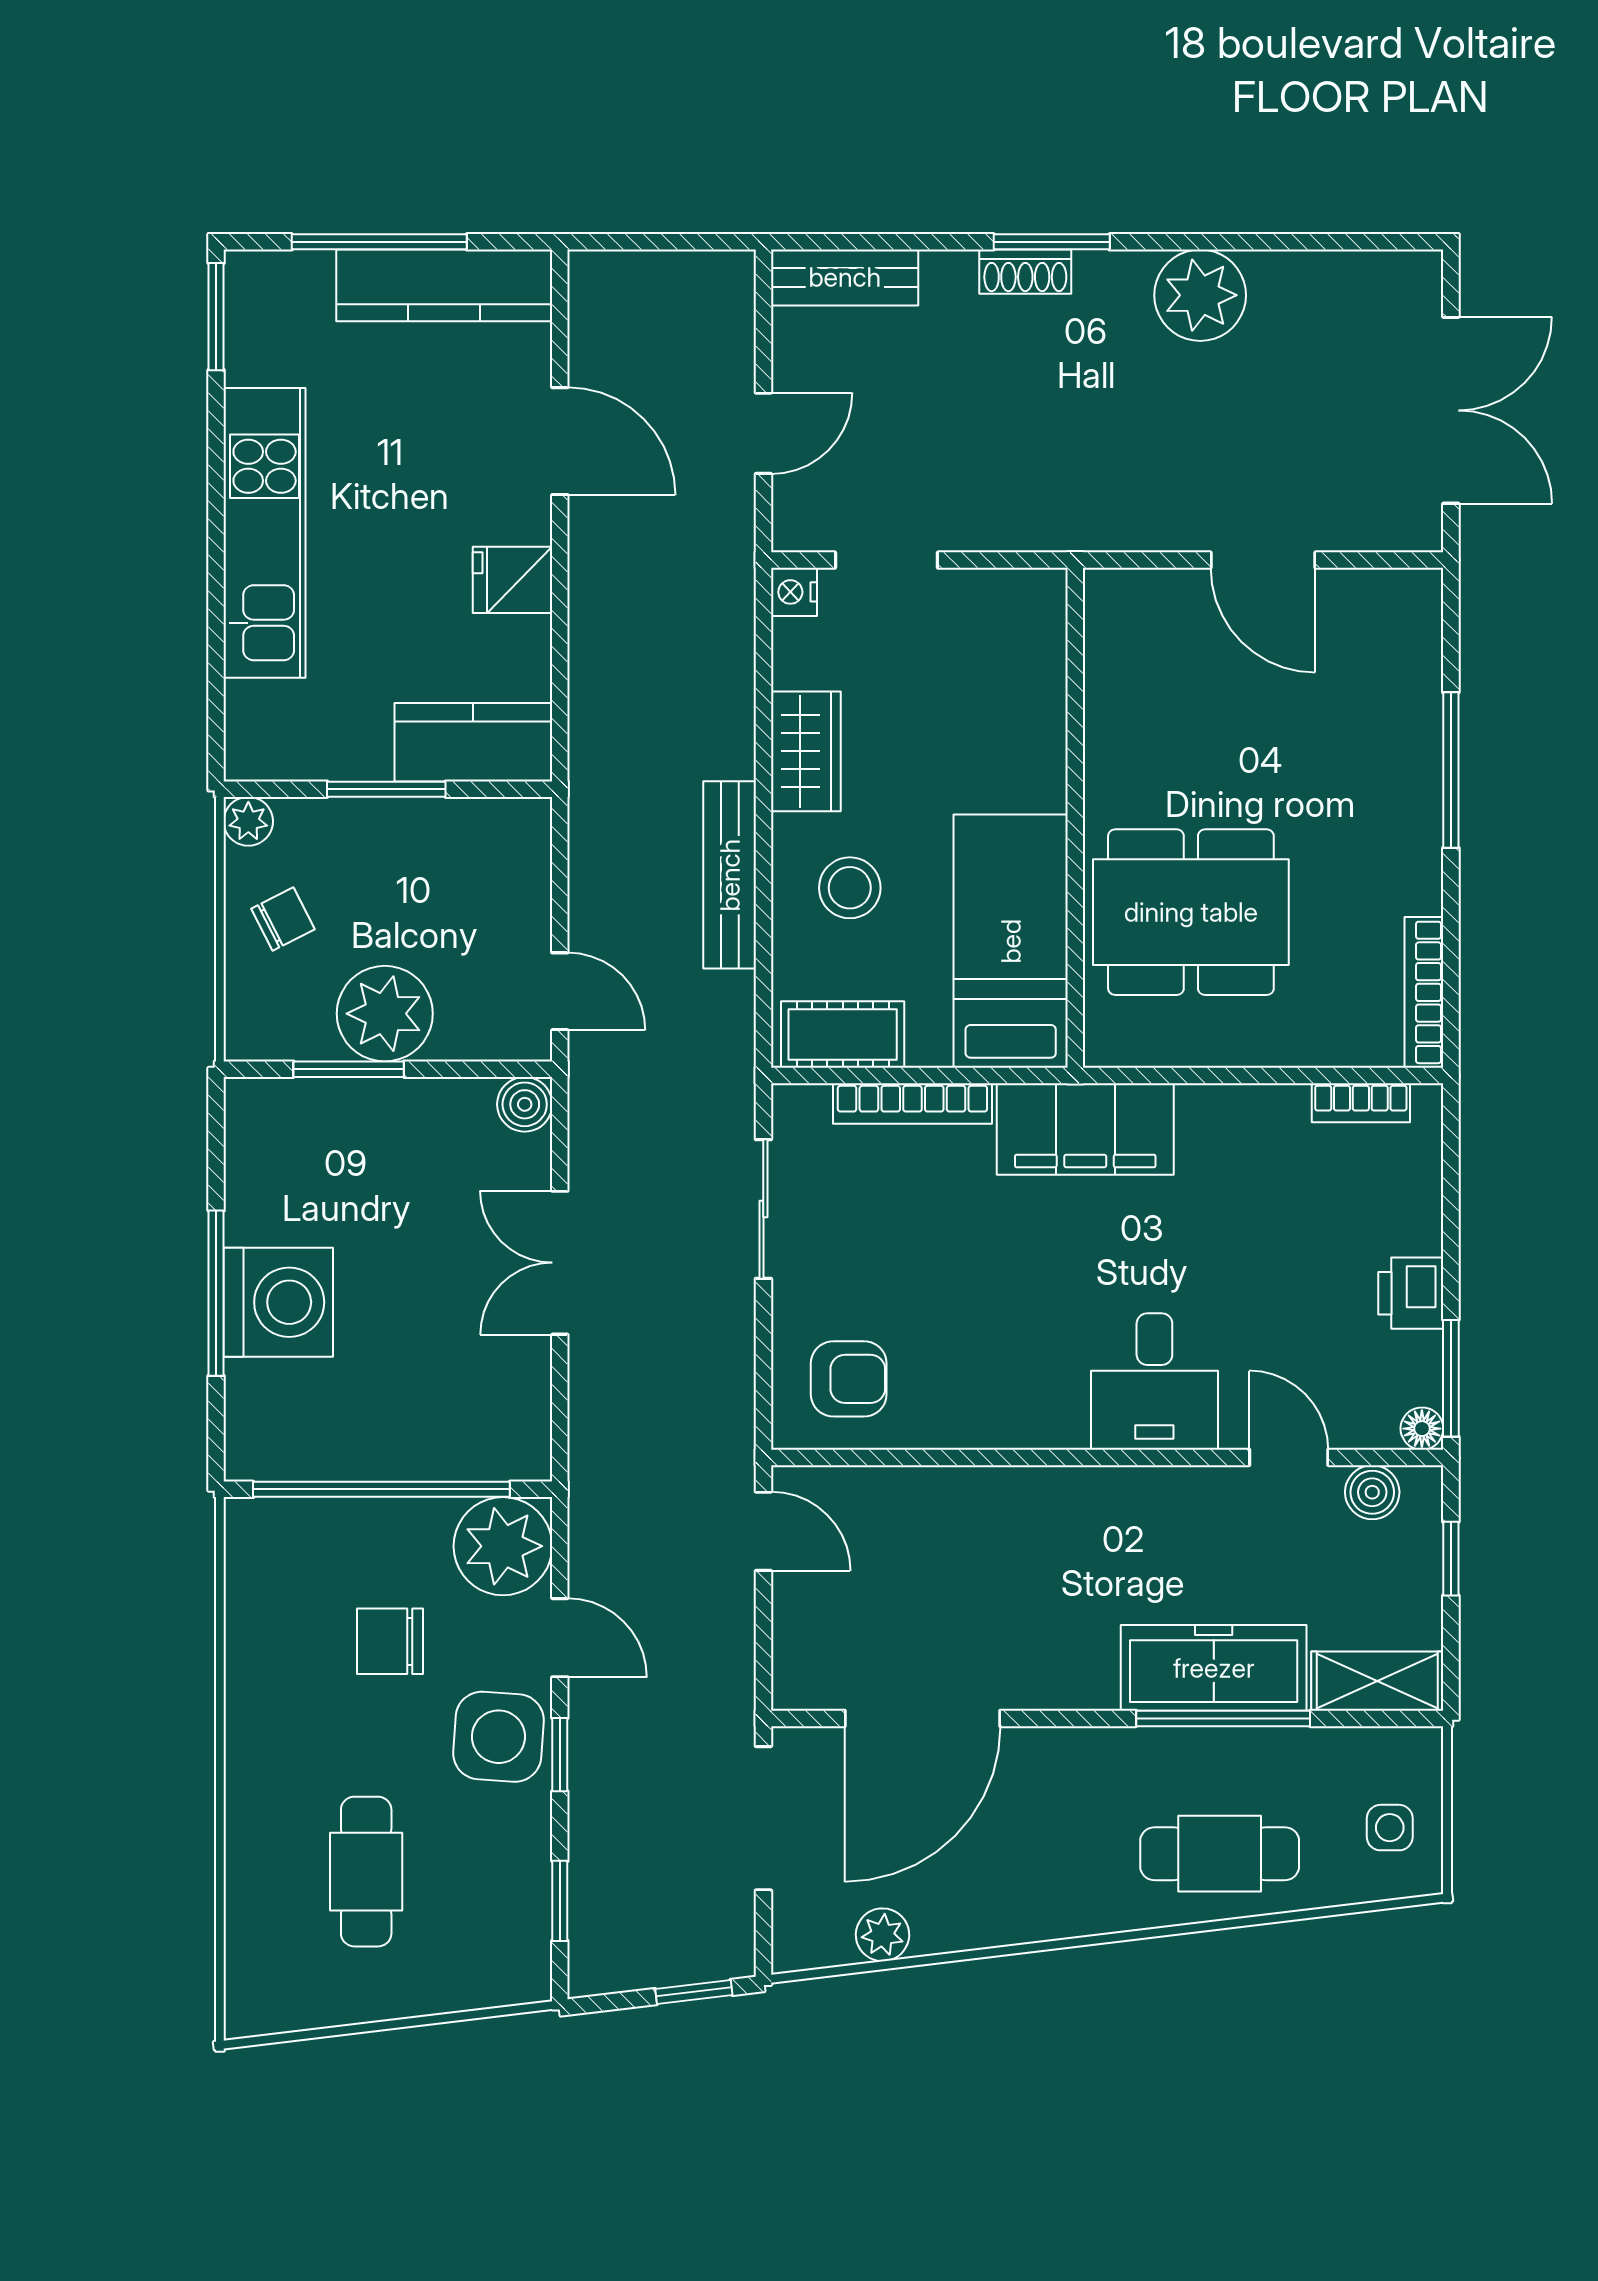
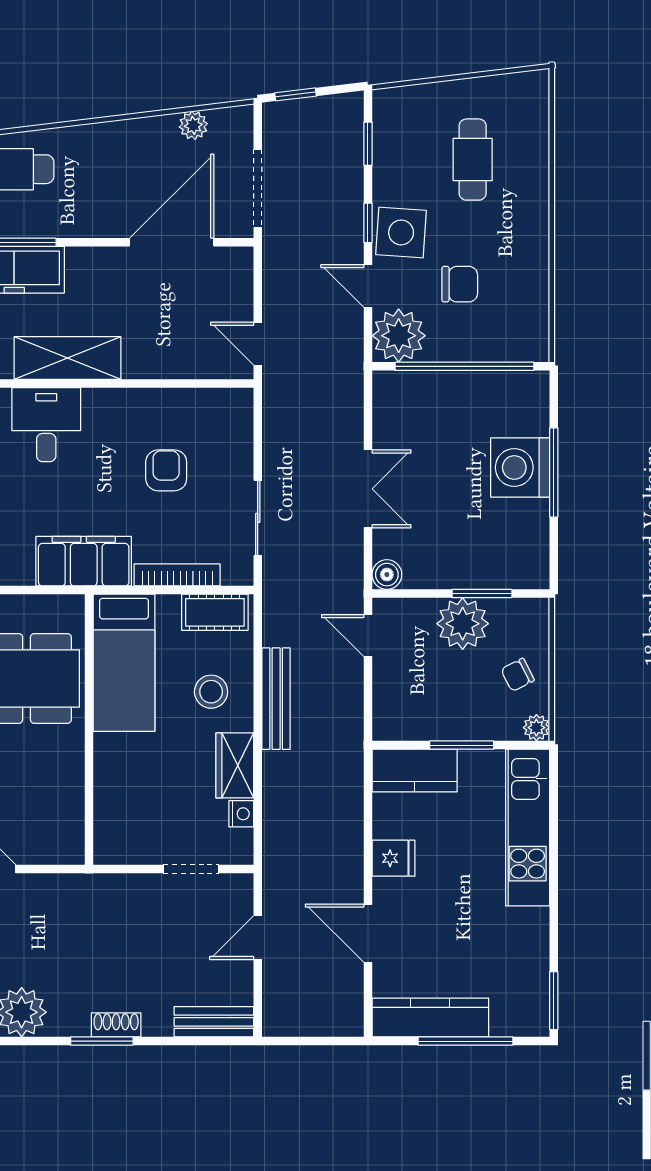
kitchen unit: (265, 533) -> (528, 828), moved
nightstand: (794, 592) -> (241, 814), moved
armchair: (849, 1379) -> (166, 470), moved, turned 90
shelving: (1115, 1505) -> (68, 358), added

